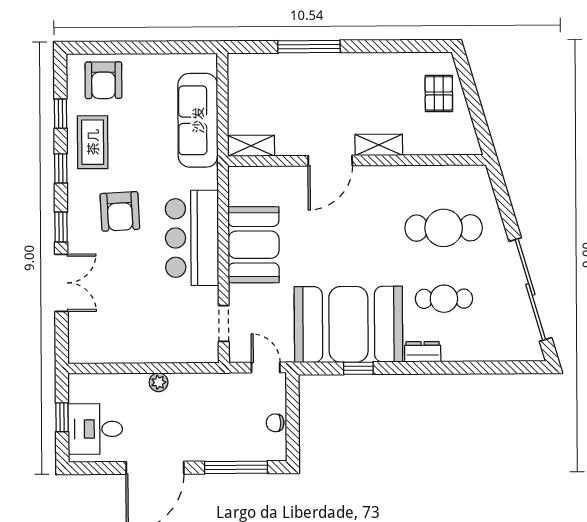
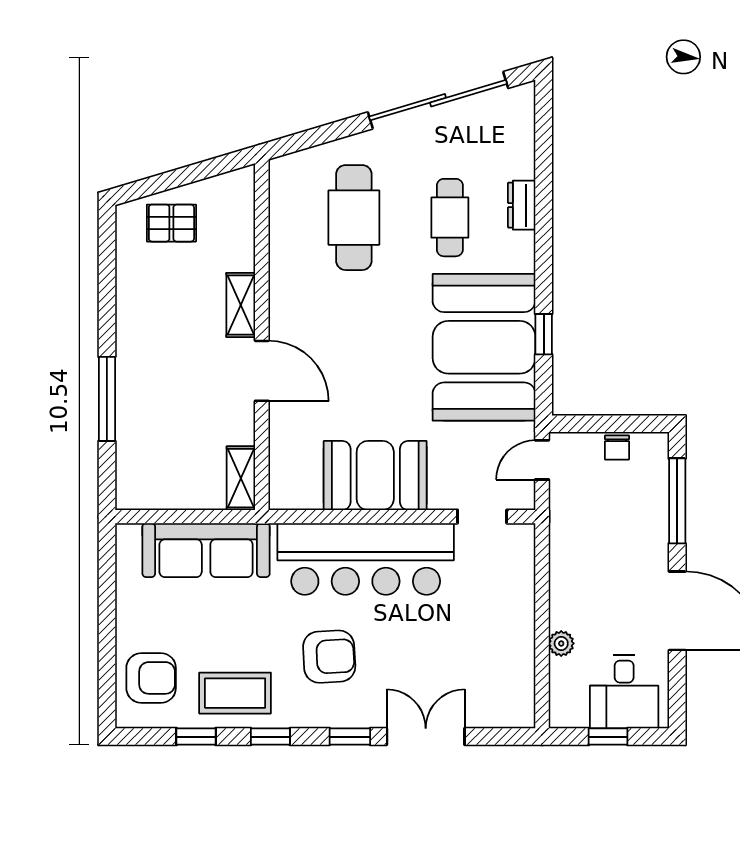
bar counter: (192, 238) -> (366, 559), width x1.36
dresser: (423, 352) -> (522, 205), moved
plant: (159, 382) -> (561, 643), moved

